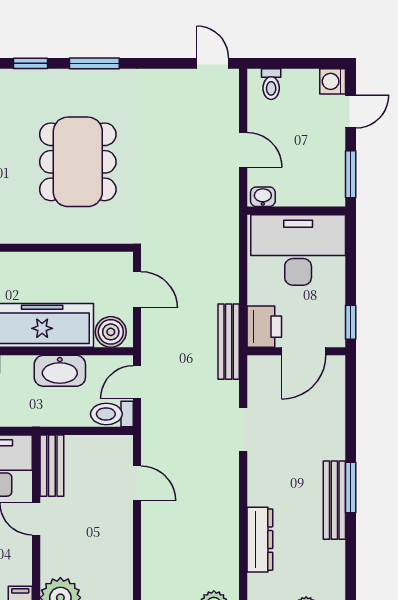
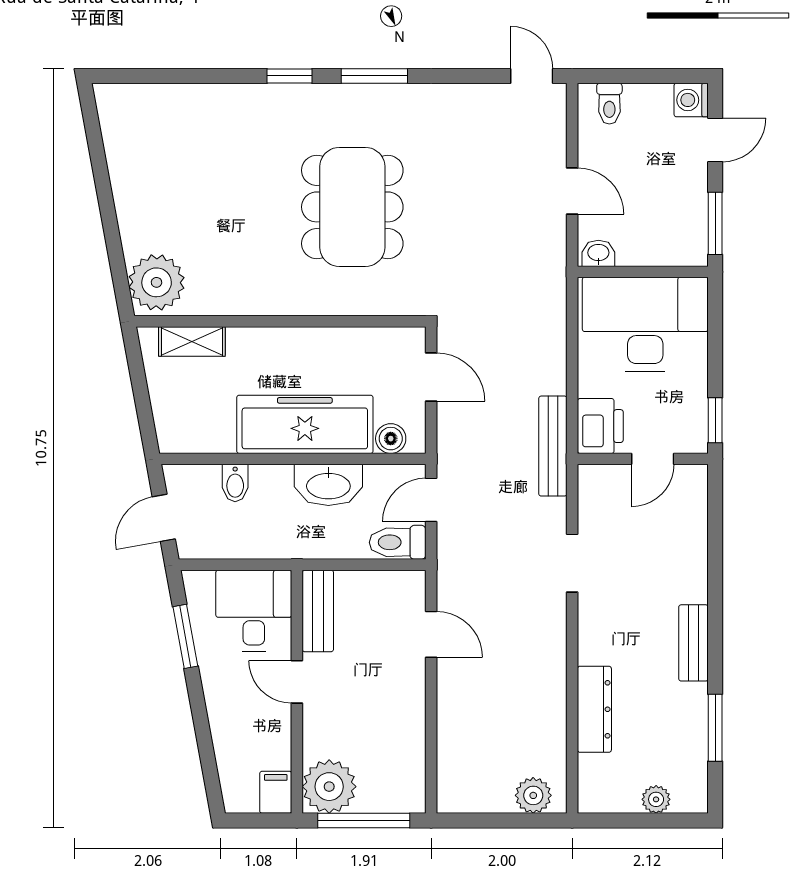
boiler: (111, 332) -> (391, 439), width x0.73, depth x0.73
door: (304, 351) -> (653, 459), width x0.73
window: (351, 487) -> (715, 728), moved
bench: (334, 500) -> (693, 643), width x0.73

